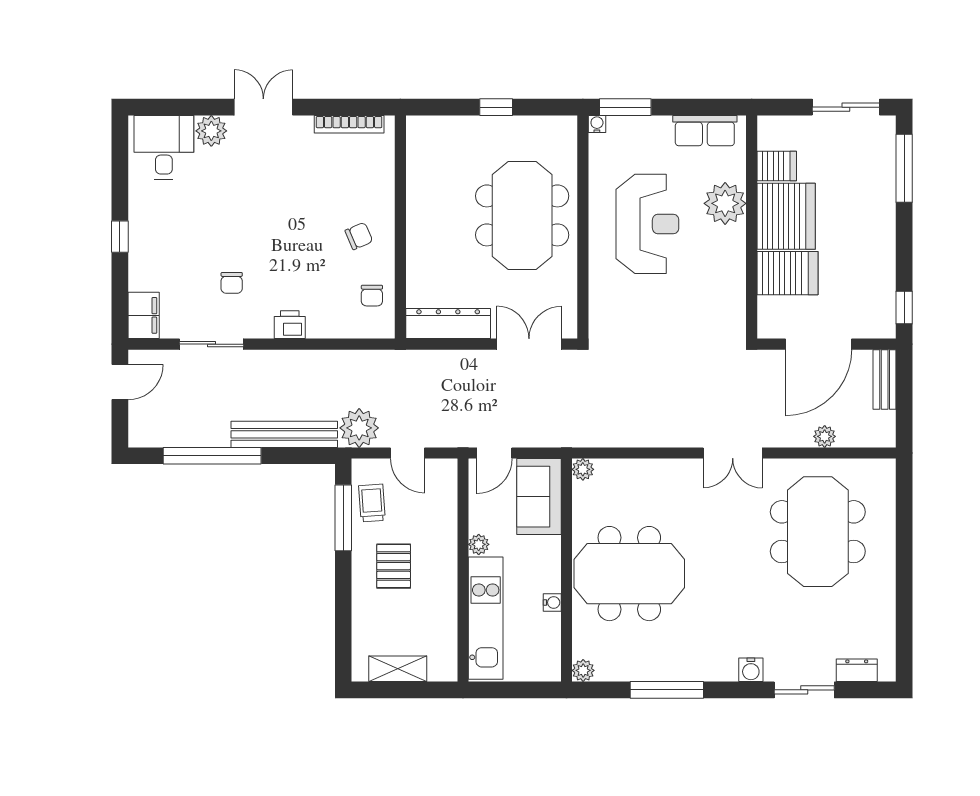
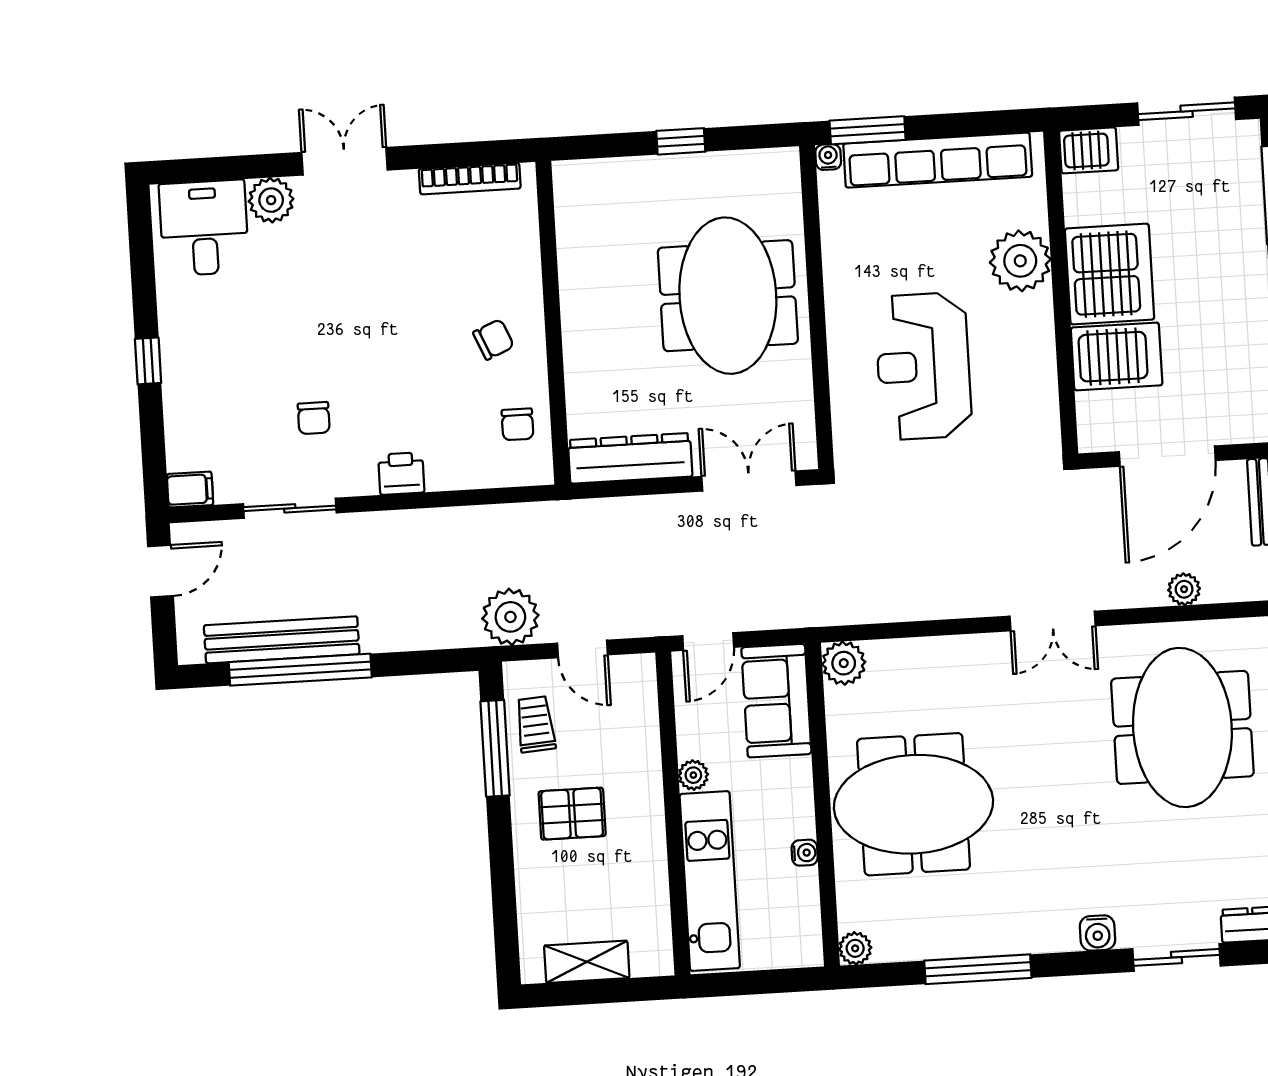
row of seats: (705, 131) -> (938, 160), width x2.02
server rack: (777, 166) -> (1089, 150), moved
reception desk: (647, 224) -> (923, 366), moved, turned 180
filing cabinet: (144, 315) -> (190, 489), width x0.50
bench: (284, 434) -> (282, 640), moved
plant: (583, 469) -> (844, 663), width x1.38, depth x1.38
pallet: (394, 566) -> (572, 814), turned 90

